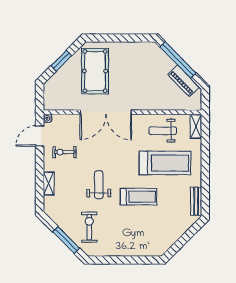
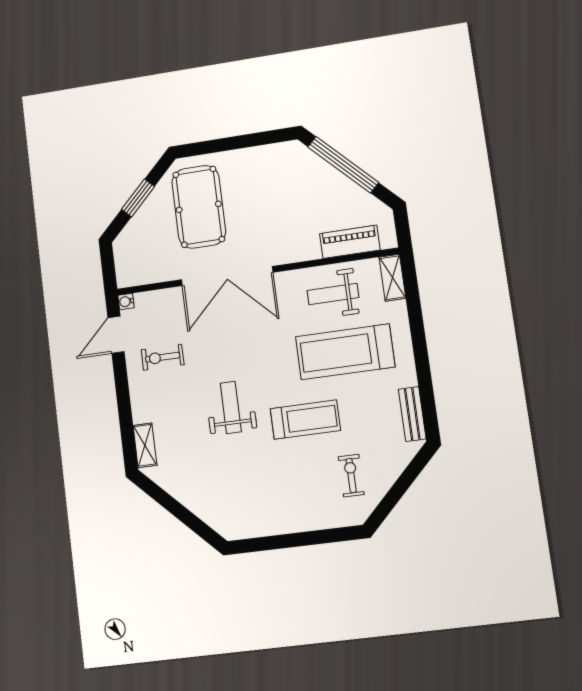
piano: (183, 81) -> (350, 242), moved, turned 134
treadmill: (165, 163) -> (345, 352), turned 180
shelving: (49, 184) -> (145, 445), moved
exercise bike: (89, 227) -> (351, 476), moved, width x0.73, depth x0.72
window: (66, 240) -> (185, 516), removed

